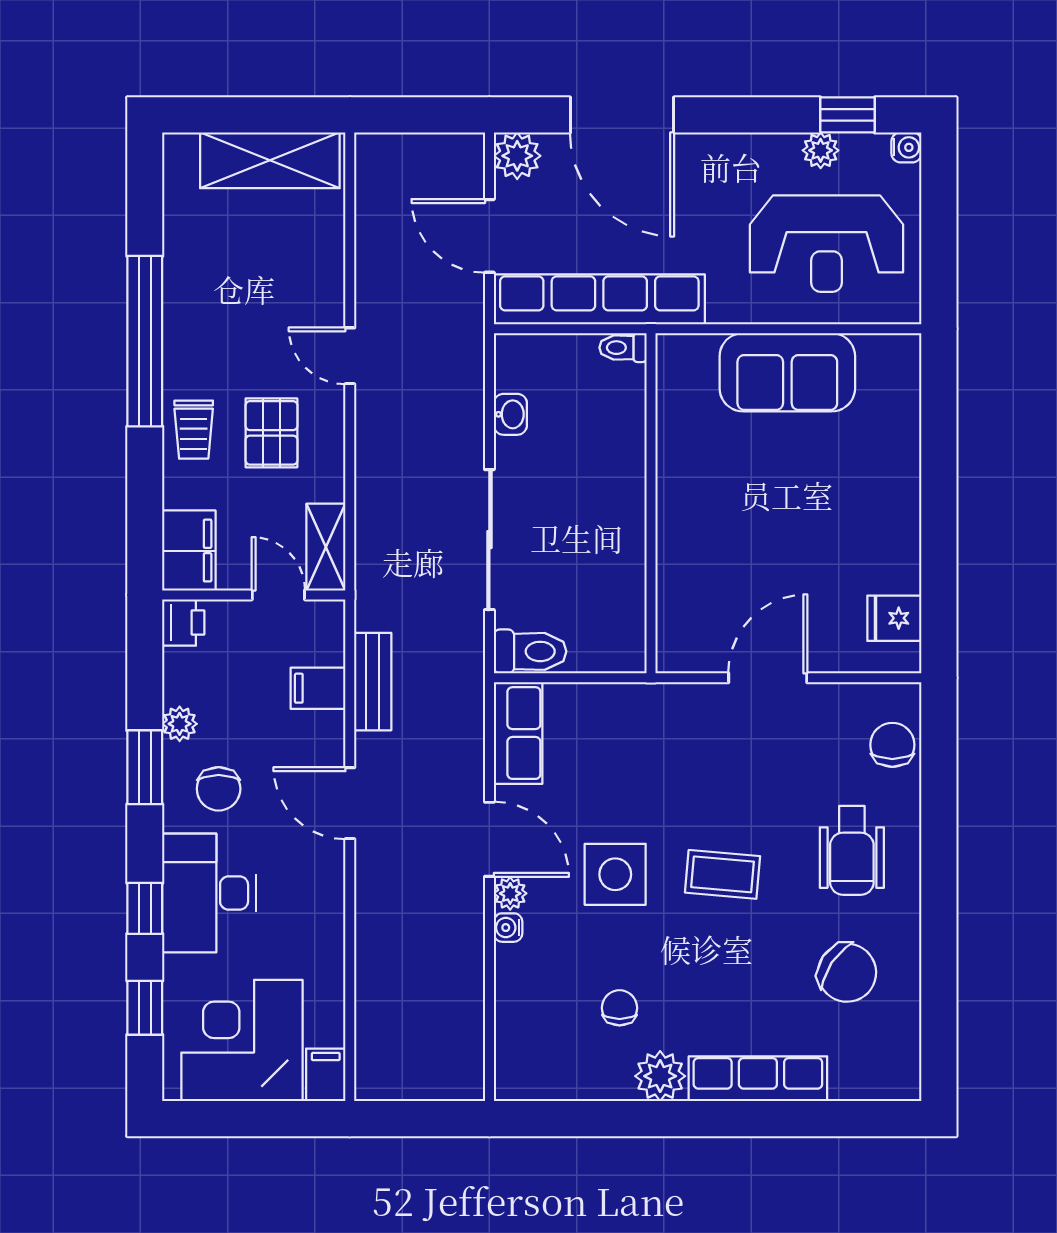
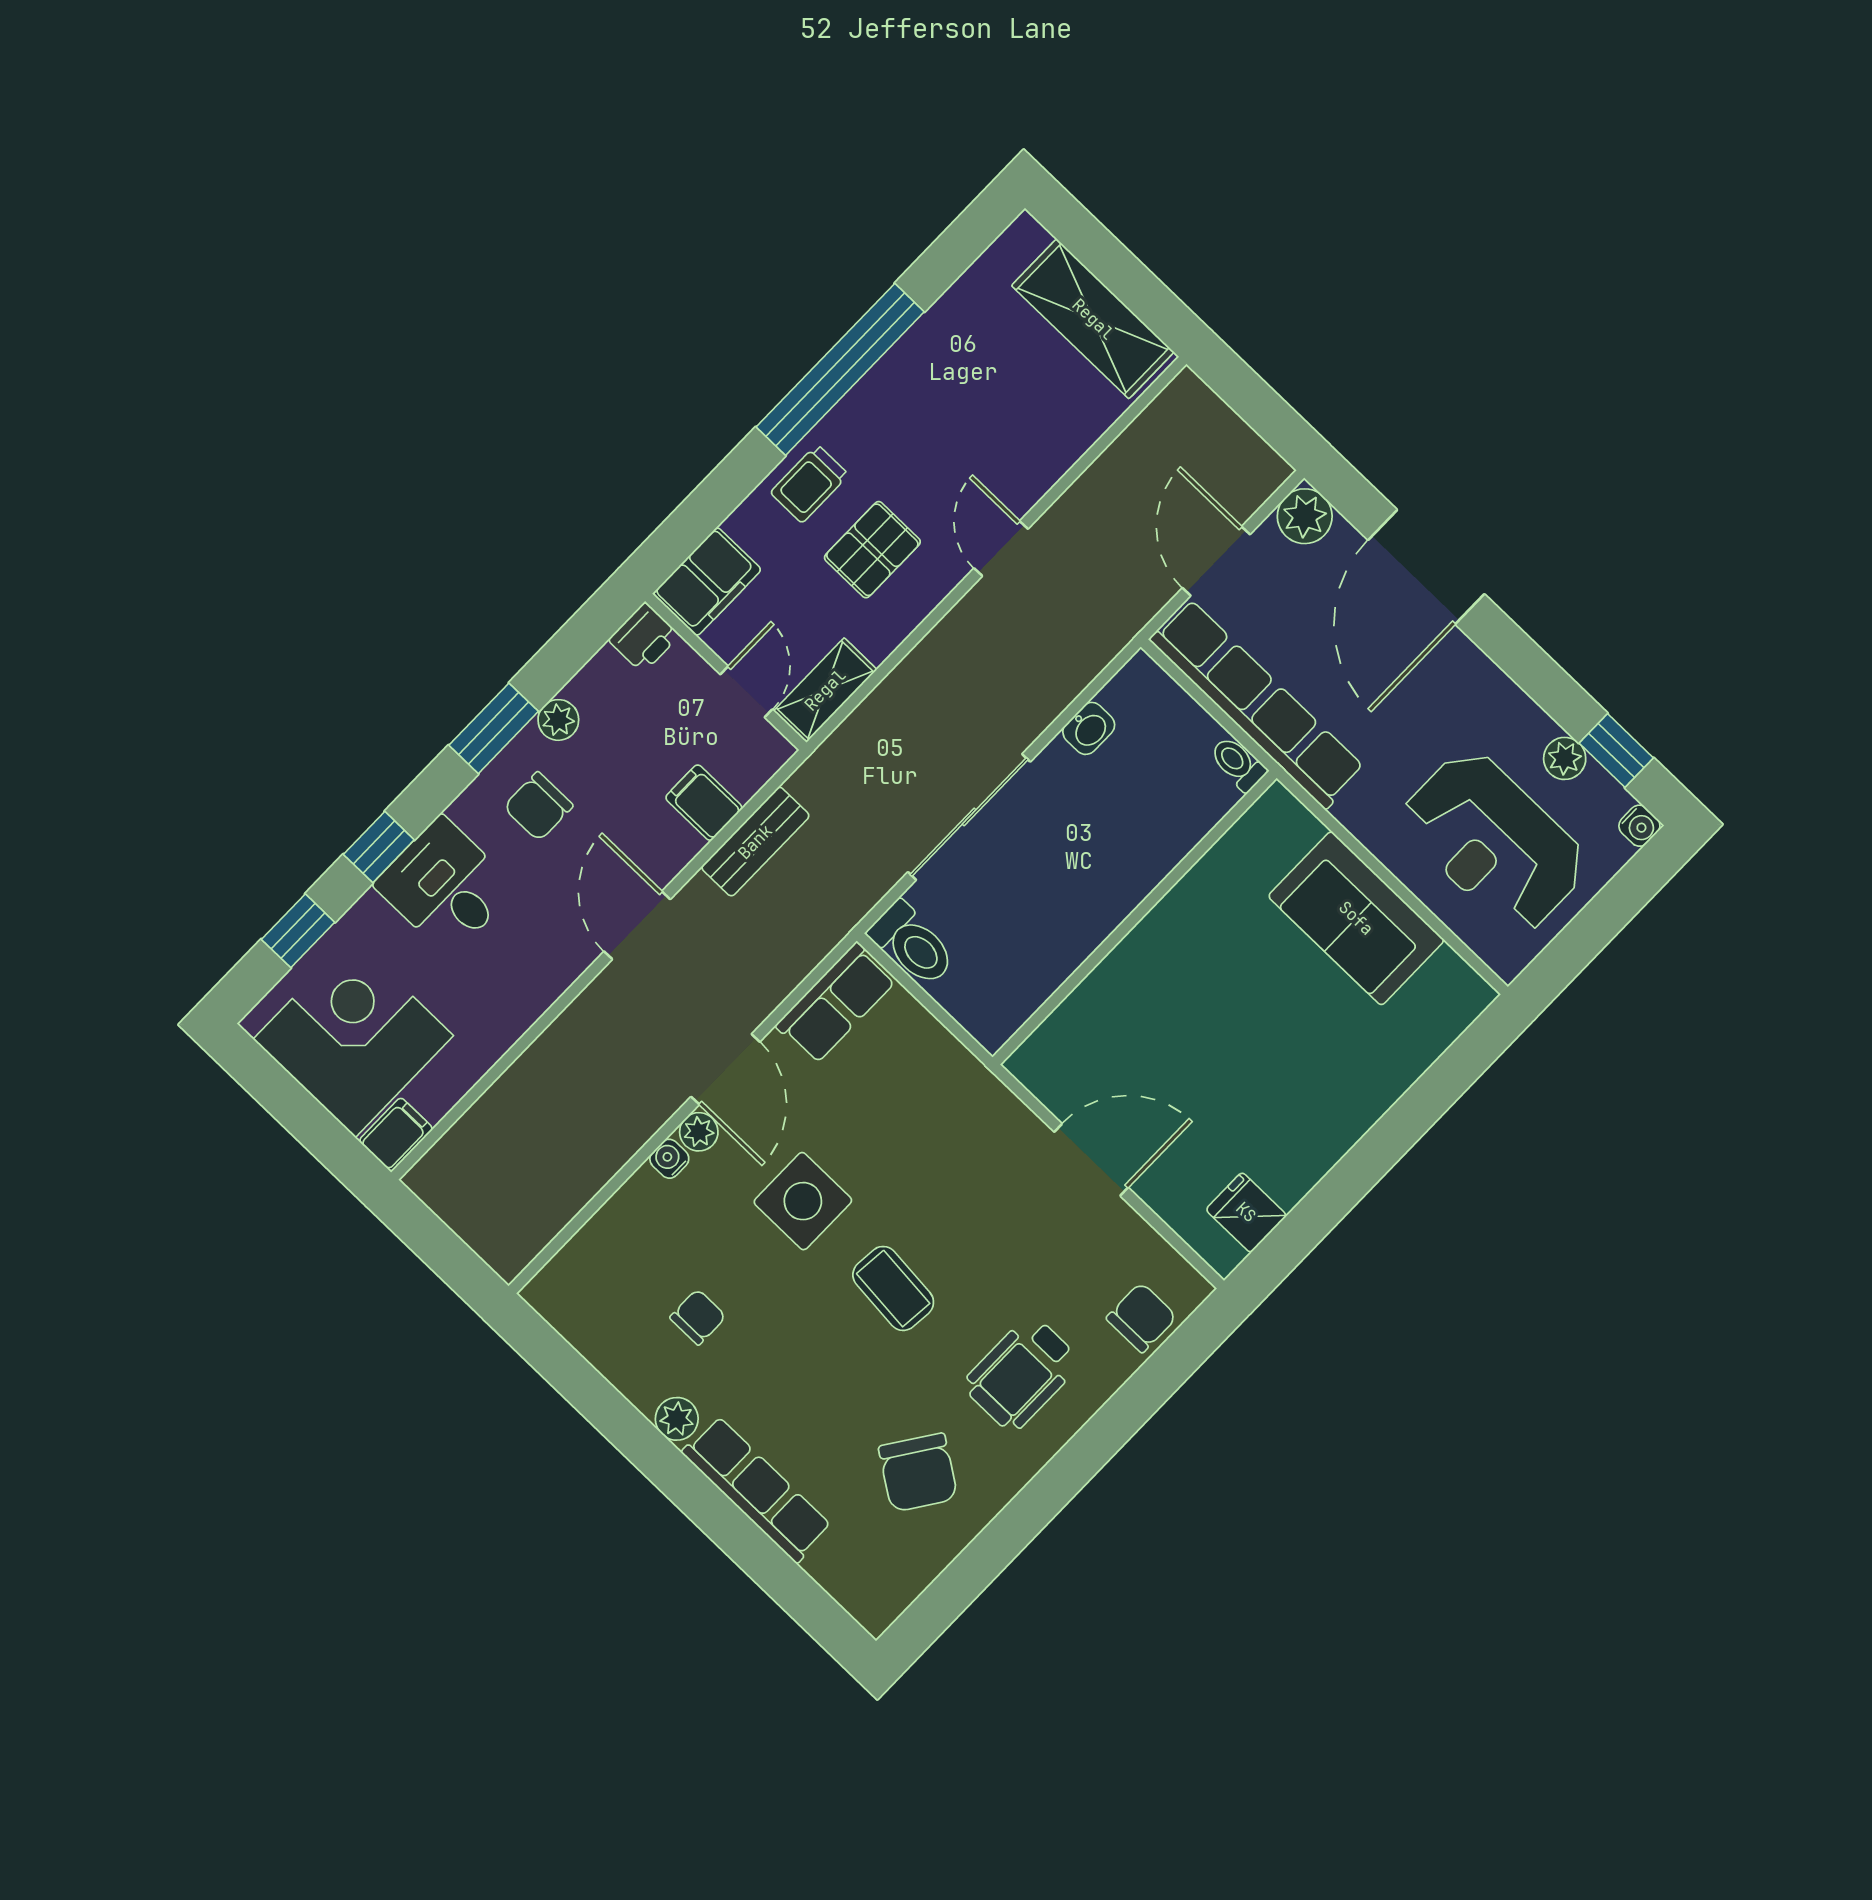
desk: (209, 893) -> (445, 886), width x0.73
plant: (660, 1076) -> (677, 1419), width x0.73, depth x0.73

